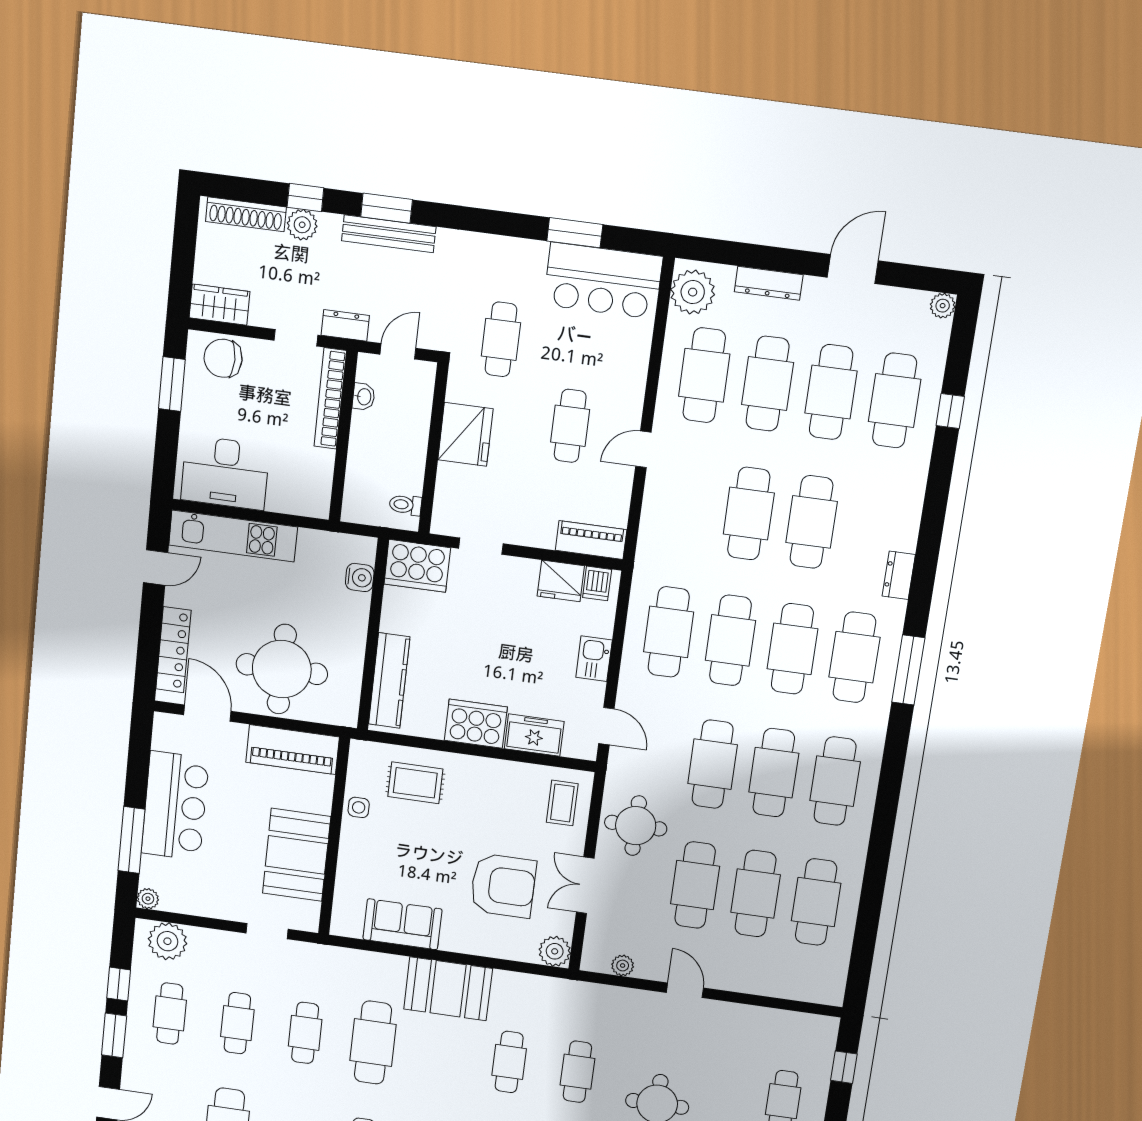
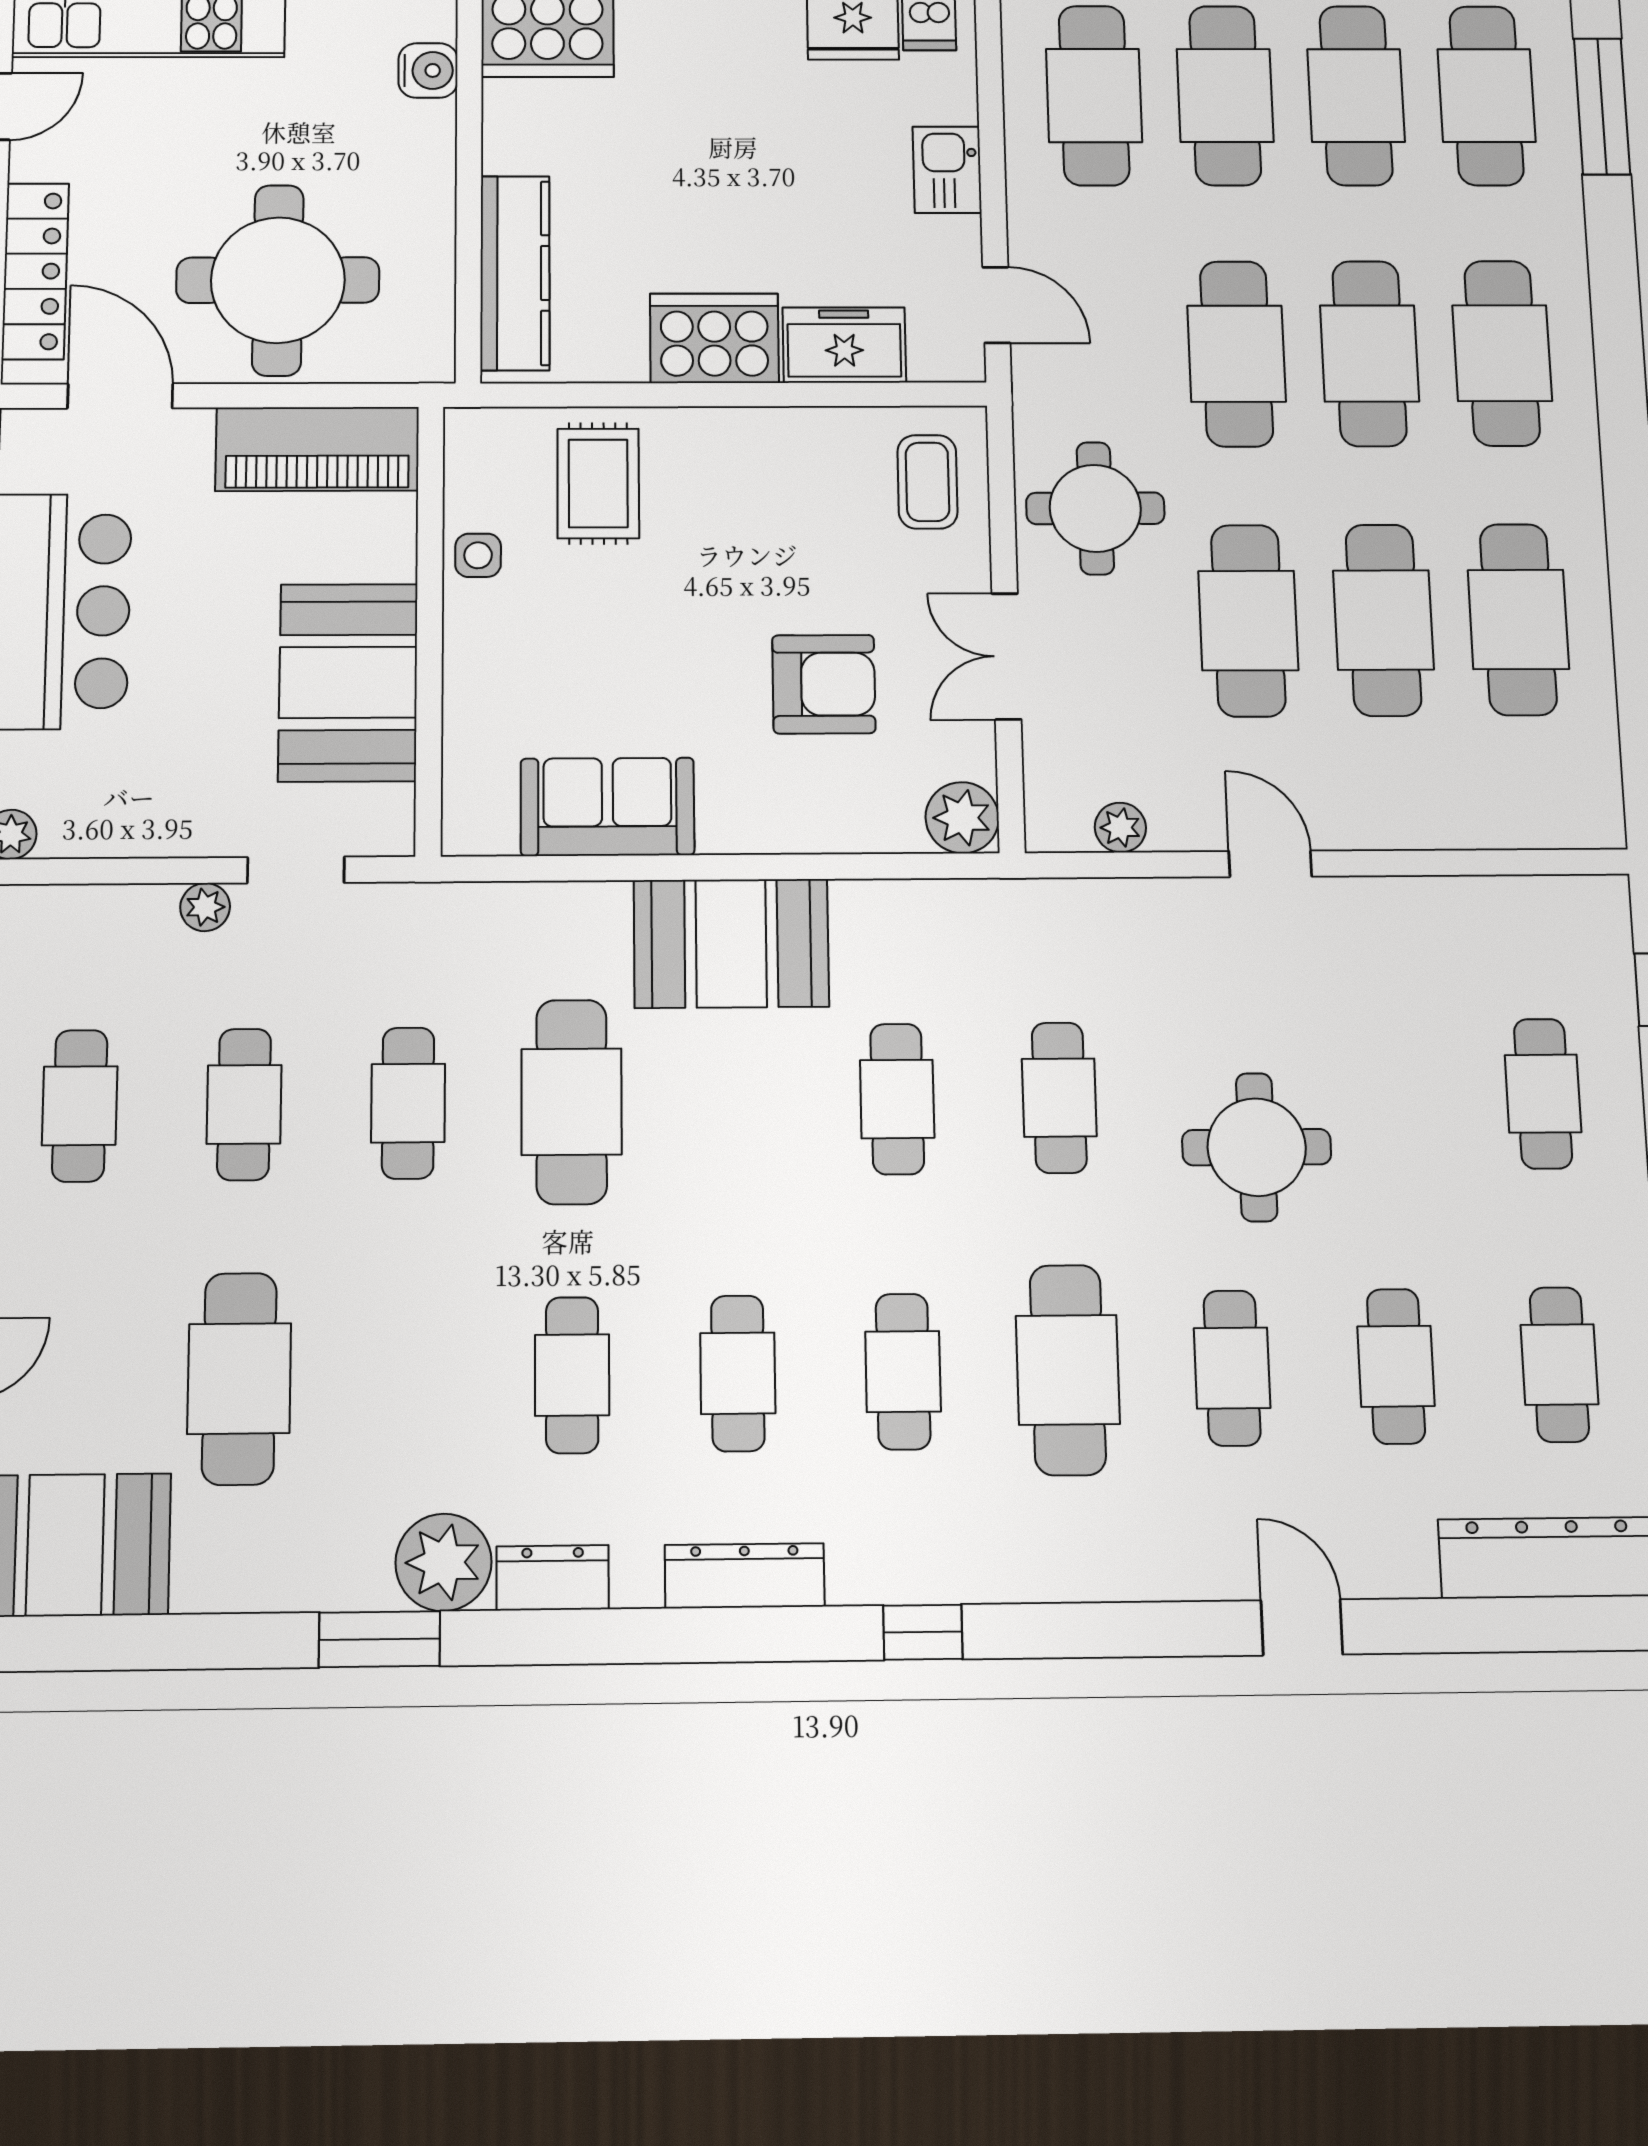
rug: (415, 783) -> (598, 483), turned 90
armchair: (503, 886) -> (824, 684), width x0.73, depth x0.73
plant: (167, 941) -> (205, 907), moved, width x0.53, depth x0.53

